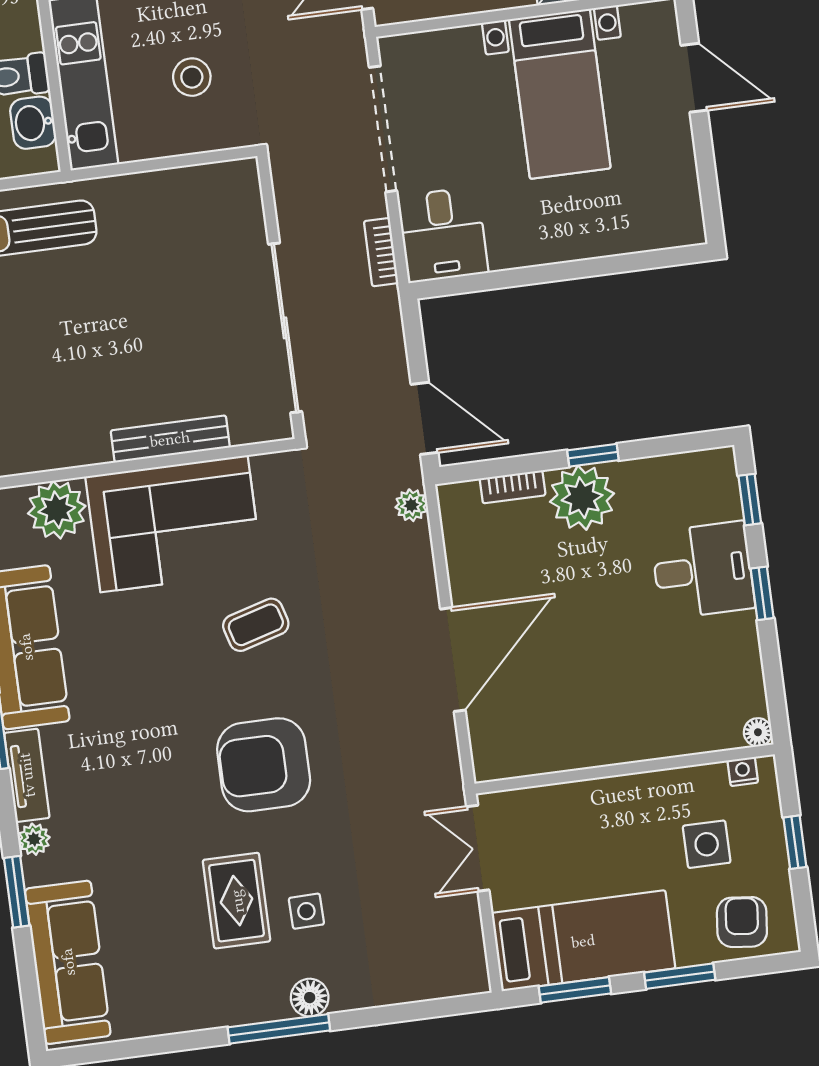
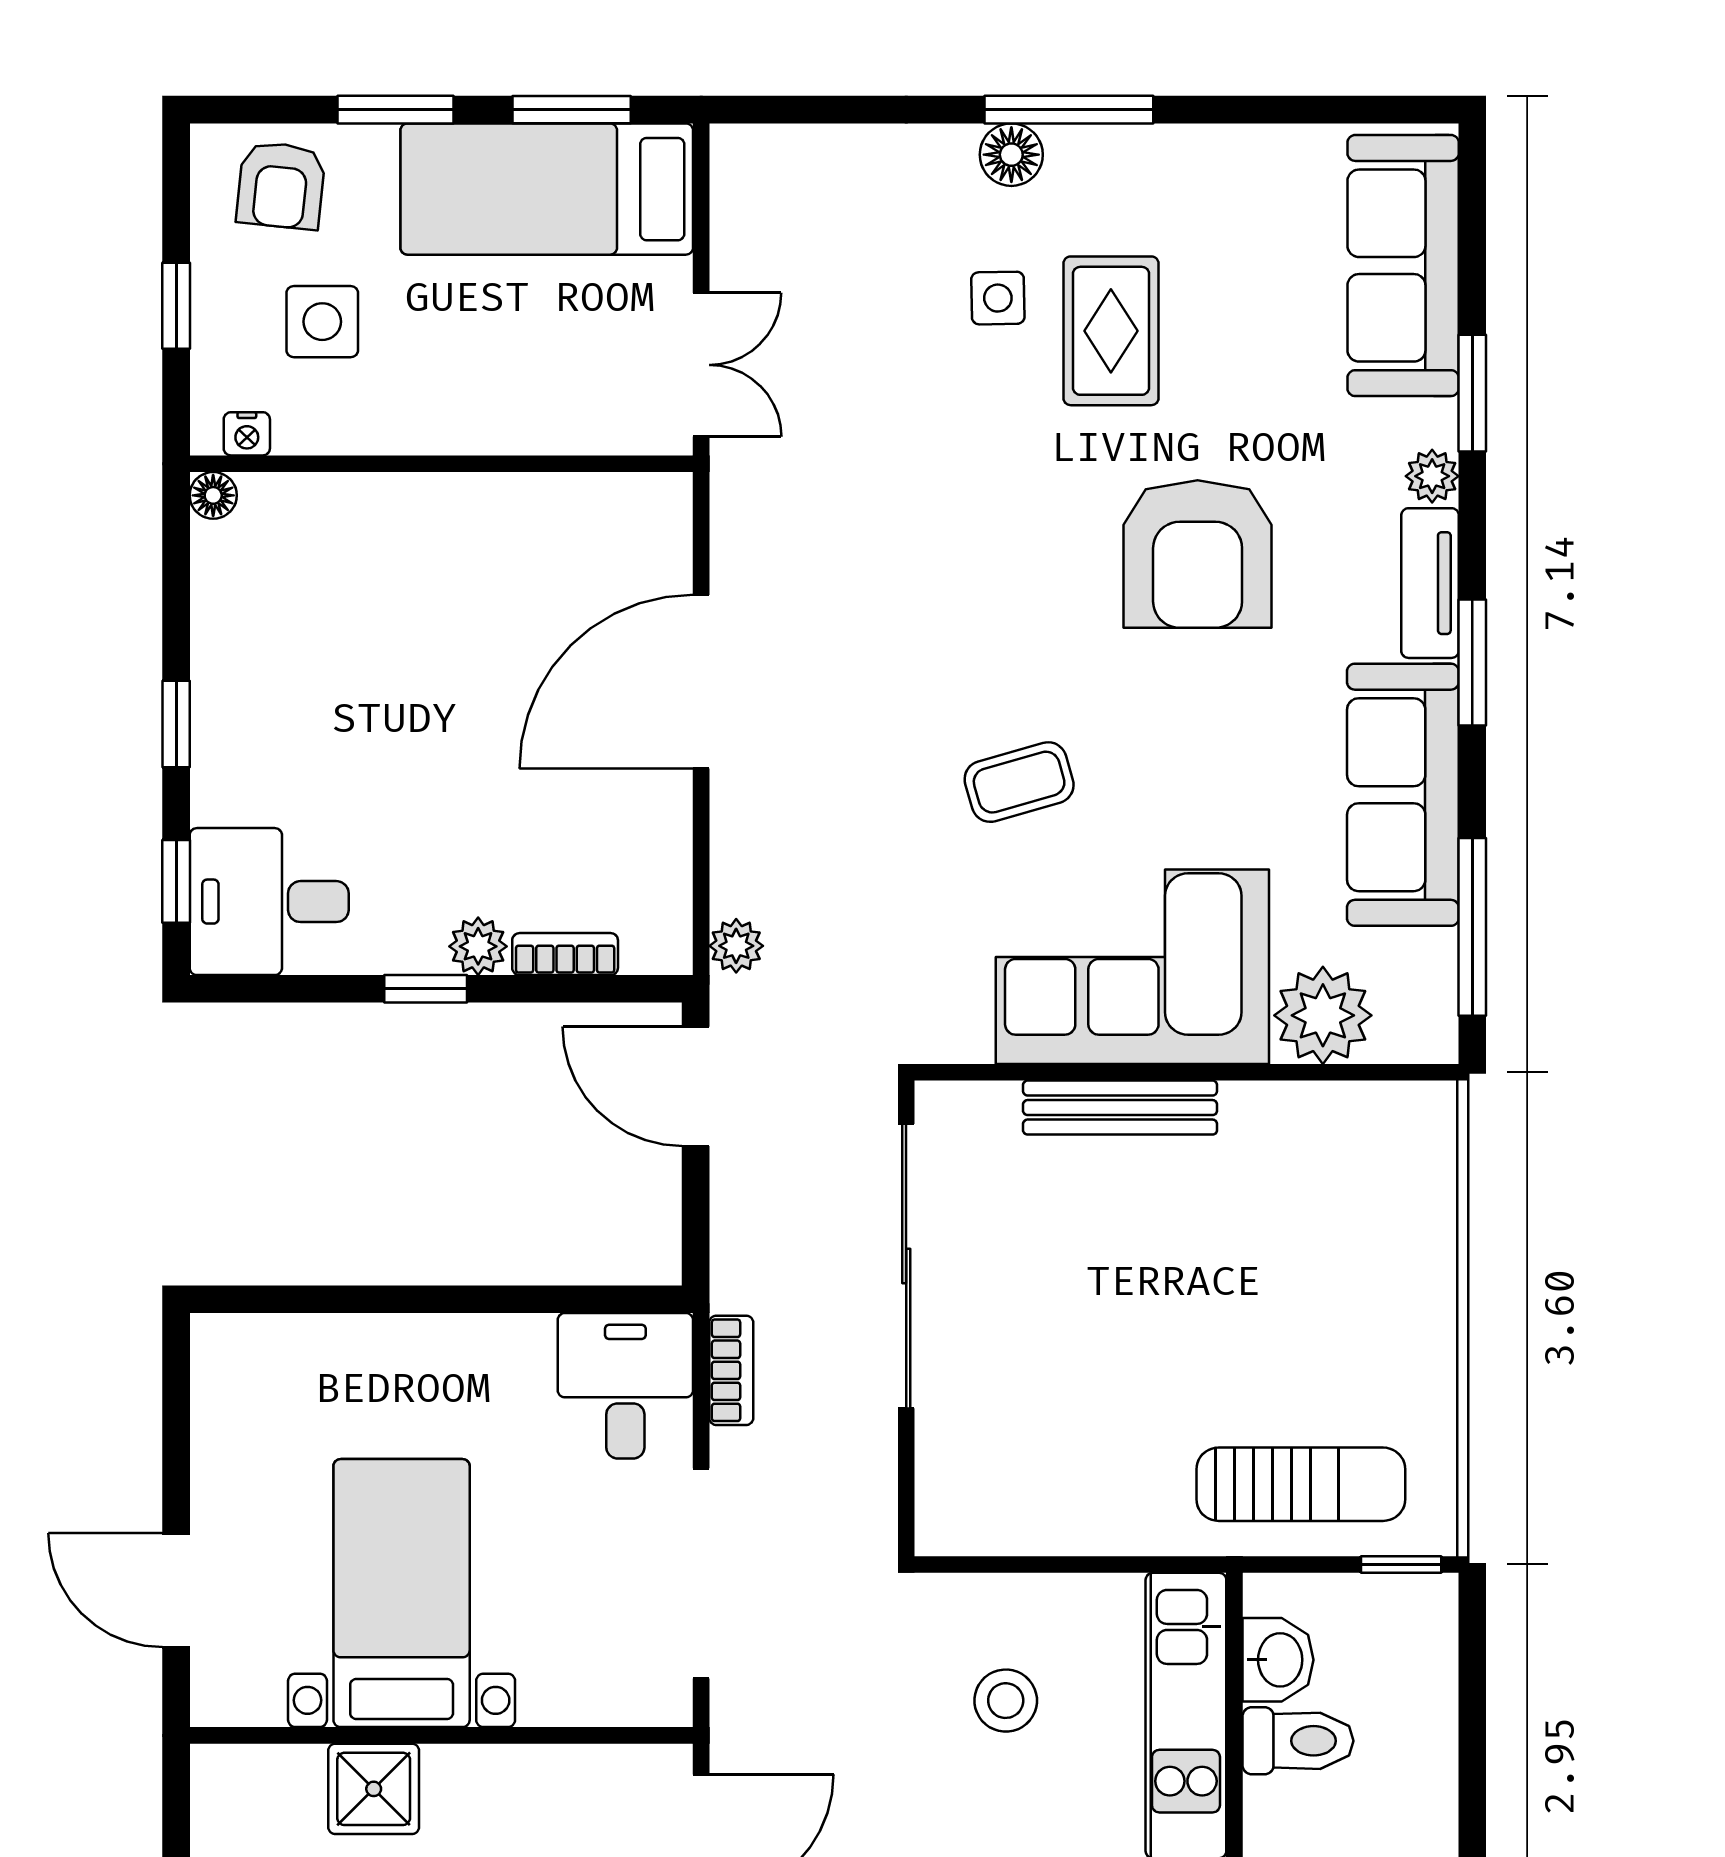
plant: (582, 498) -> (478, 946), width x0.53, depth x0.53
desk: (703, 570) -> (269, 902), moved
armchair: (264, 765) -> (1198, 554), moved, turned 90

